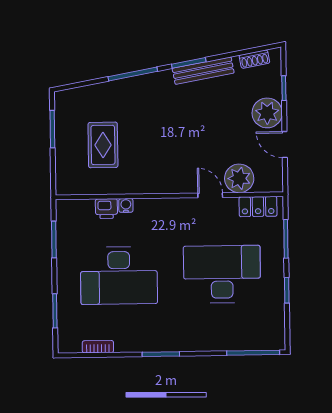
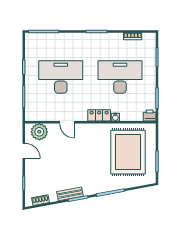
bench: (203, 71) -> (70, 194), width x0.73
plant: (267, 113) -> (34, 169), removed
rug: (103, 145) -> (128, 152), width x1.86, depth x2.06
plant: (239, 178) -> (39, 132), moved
locker: (258, 207) -> (99, 115), moved
printer: (106, 209) -> (150, 115), moved
desk: (222, 274) -> (61, 77), turned 180

